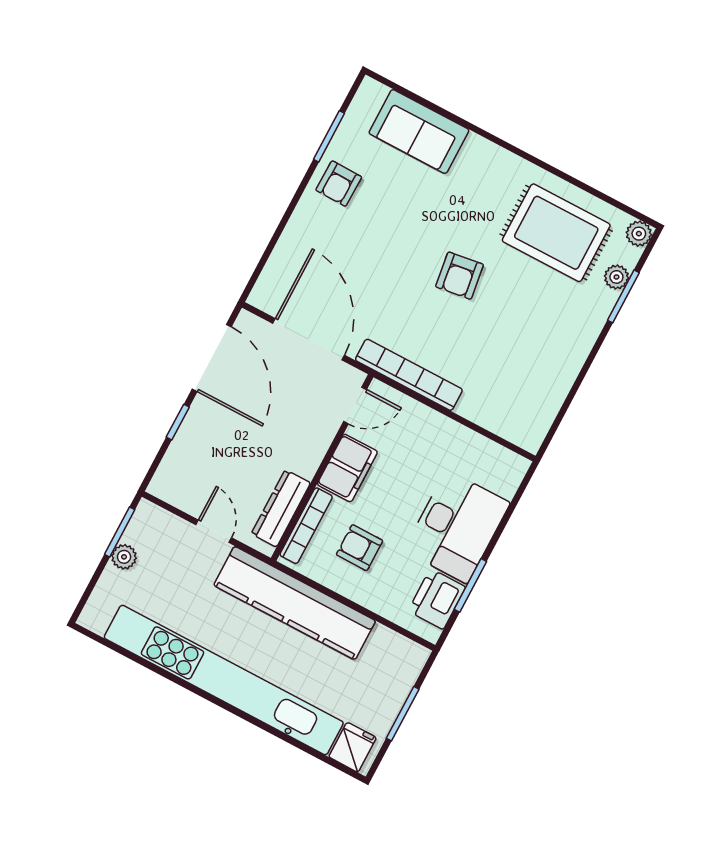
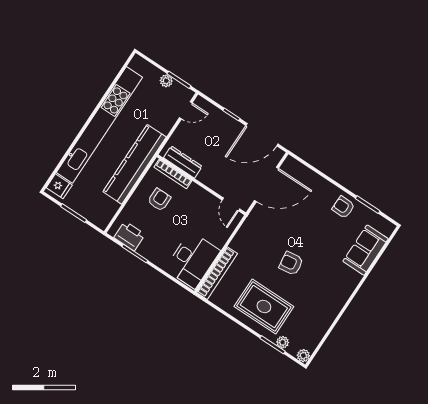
rug: (556, 233) -> (264, 307), moved, turned 90
bookcase: (409, 375) -> (217, 273), moved
filing cabinet: (347, 468) -> (200, 197), removed
desk: (457, 527) -> (192, 260), moved, turned -90
door: (214, 531) -> (186, 110), moved

